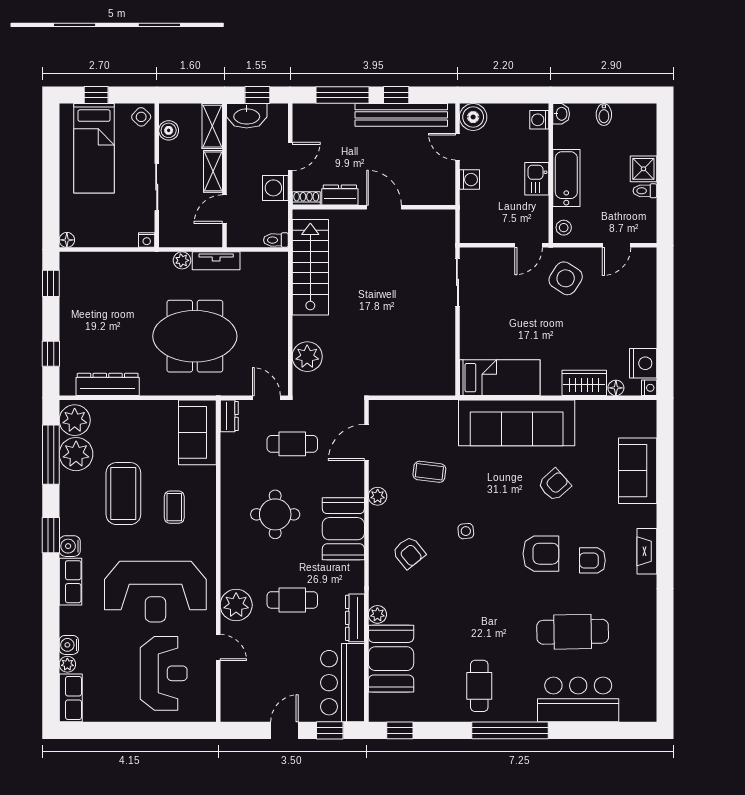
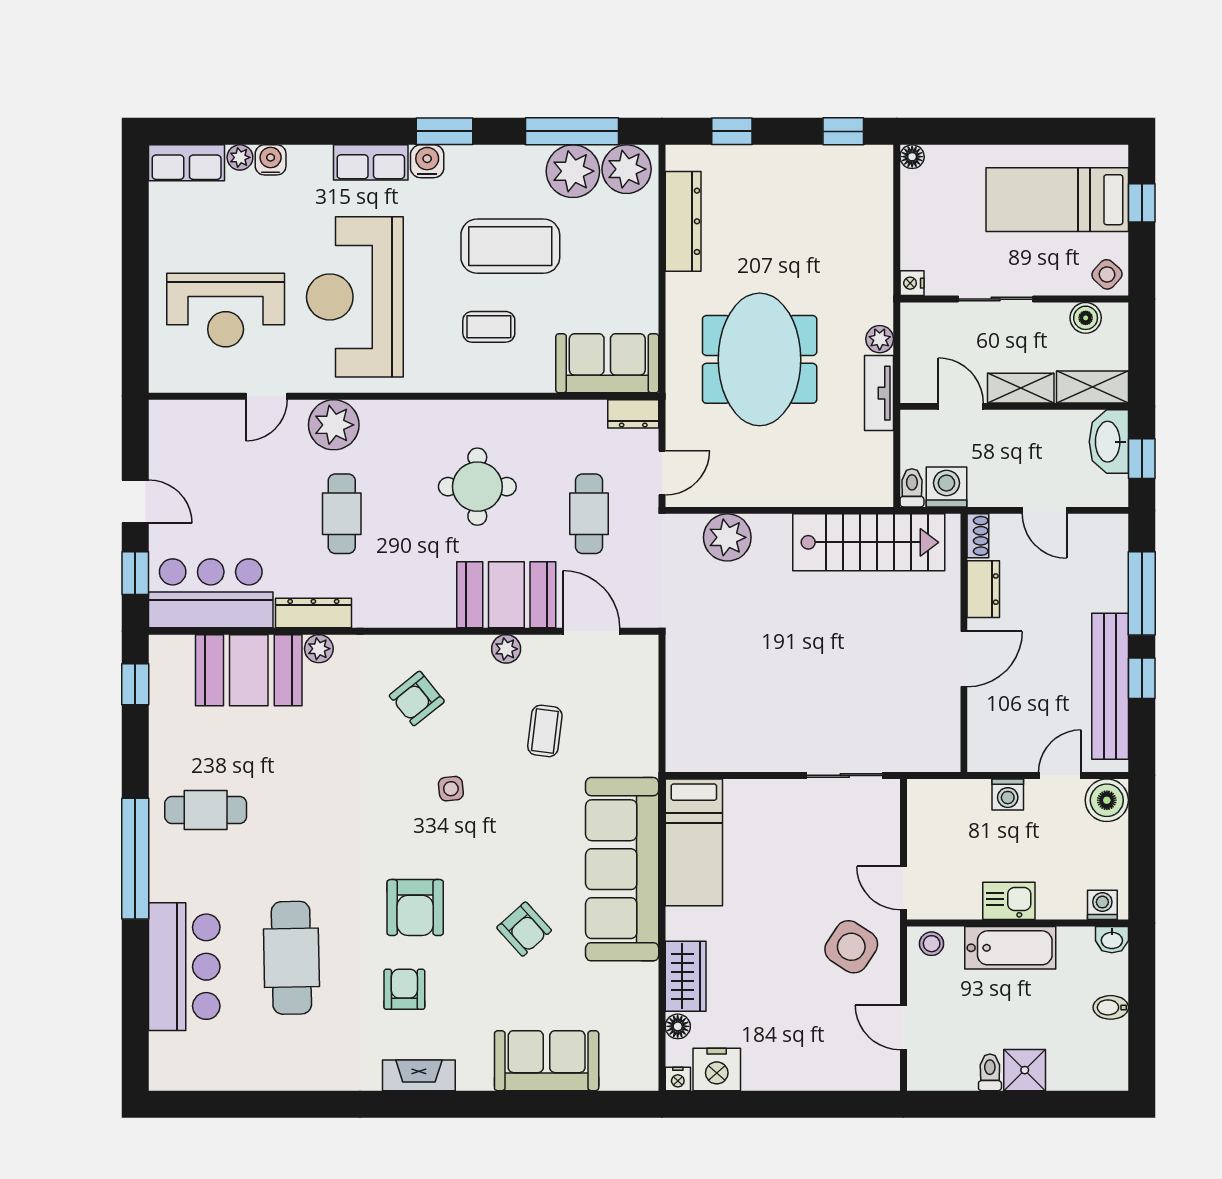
washing machine: (275, 188) -> (946, 487), moved
booth: (343, 529) -> (506, 595), moved

